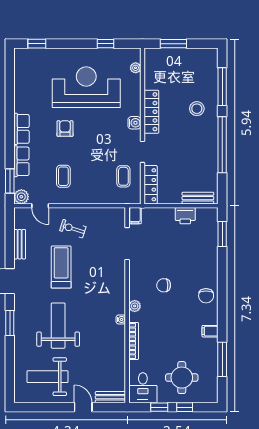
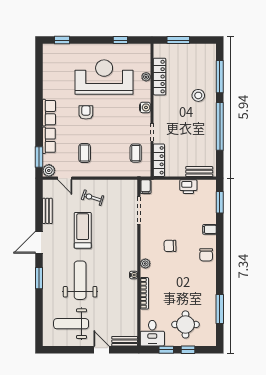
plant: (136, 68) -> (146, 77), moved
locker: (151, 112) -> (160, 77), moved
filing cabinet: (210, 331) -> (209, 229), moved

